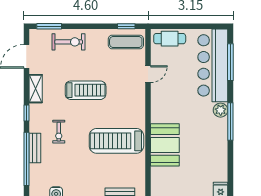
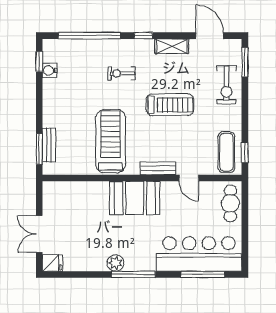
treadmill: (86, 90) -> (170, 105), turned -90
plant: (221, 110) -> (116, 263), moved
booth: (165, 145) -> (135, 198), moved
bench: (35, 148) -> (158, 168), moved

